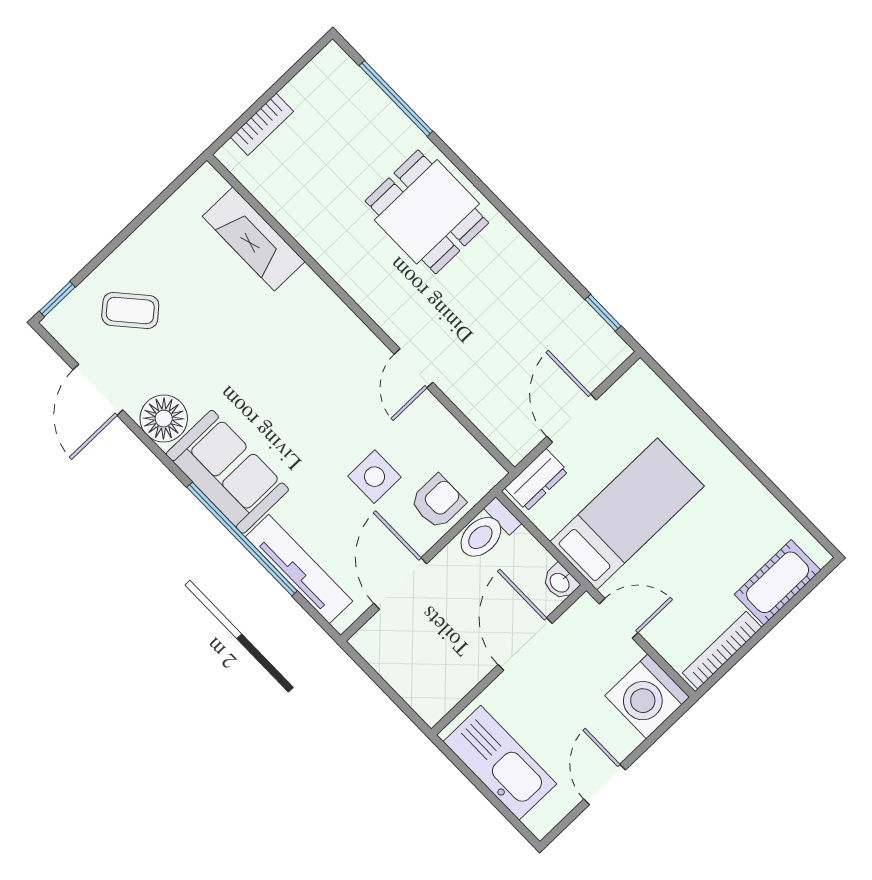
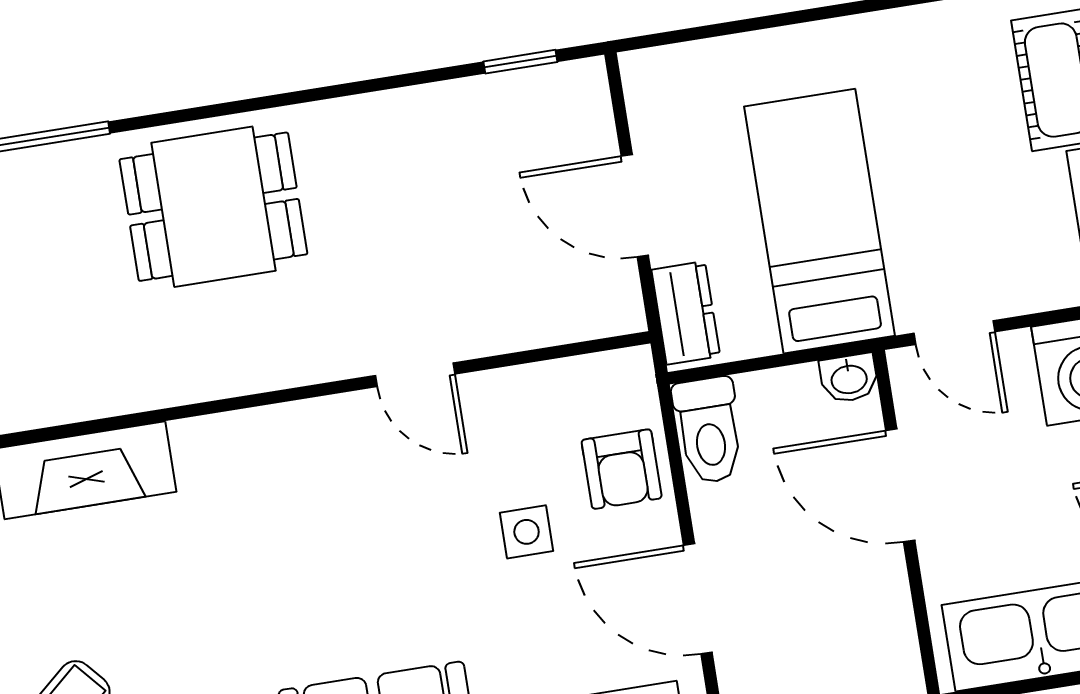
side table: (375, 477) -> (527, 532), width x0.73, depth x0.73
armchair: (438, 502) -> (622, 469), turned 180
door: (619, 618) -> (954, 333), swing flipped

